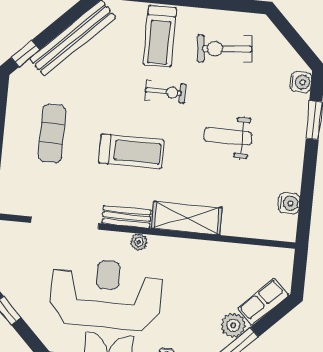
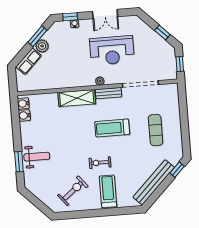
exercise bike: (224, 49) -> (73, 191), turned -34
water cooler: (301, 82) -> (23, 103), moved
weight bench: (228, 136) -> (37, 157), moved
reception desk: (106, 294) -> (112, 50), width x0.74, depth x0.77

